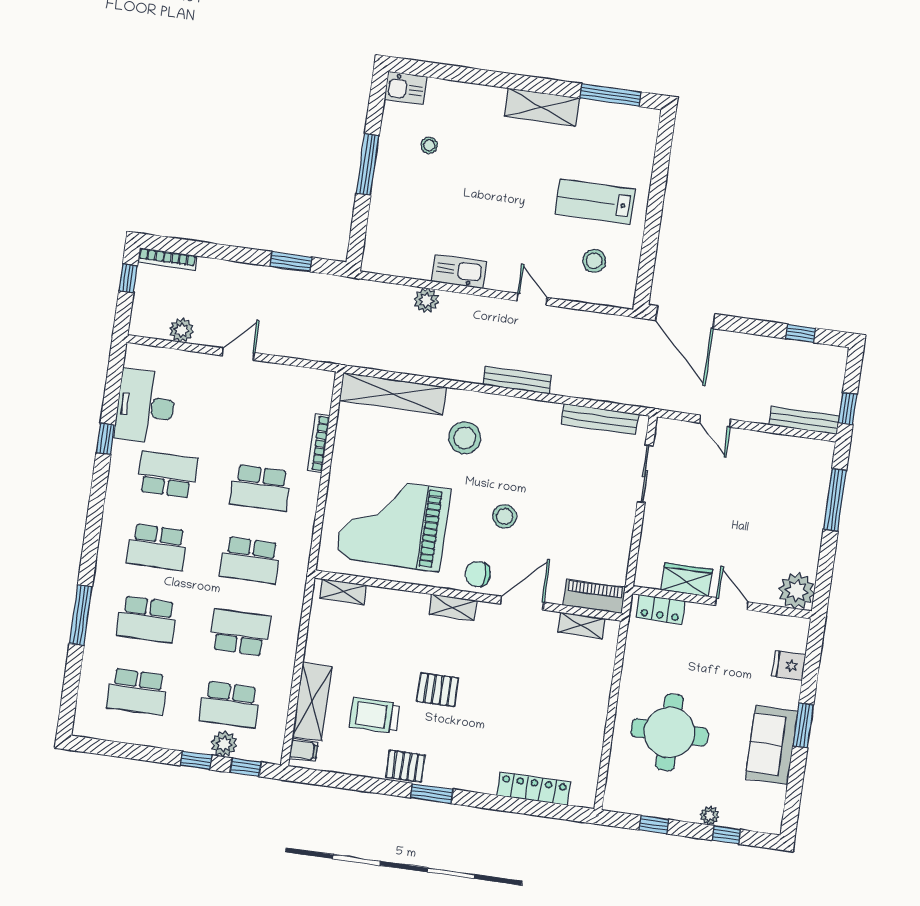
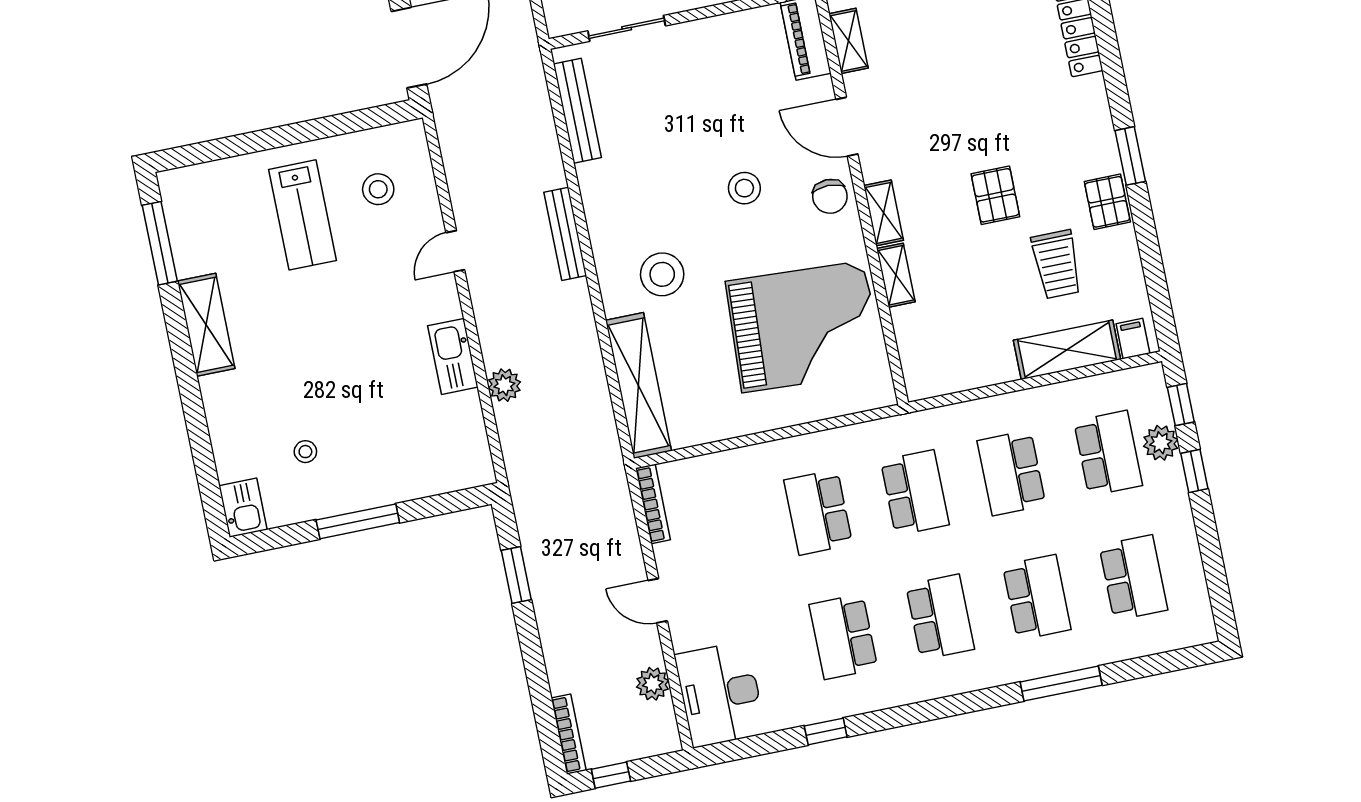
desk: (145, 407) -> (720, 694), moved, turned 90
bookcase: (319, 443) -> (653, 504), moved, turned -90
school desk: (260, 488) -> (818, 512), turned 180
grand piano: (393, 523) -> (804, 327), turned -87
shelving: (343, 592) -> (896, 275), moved

